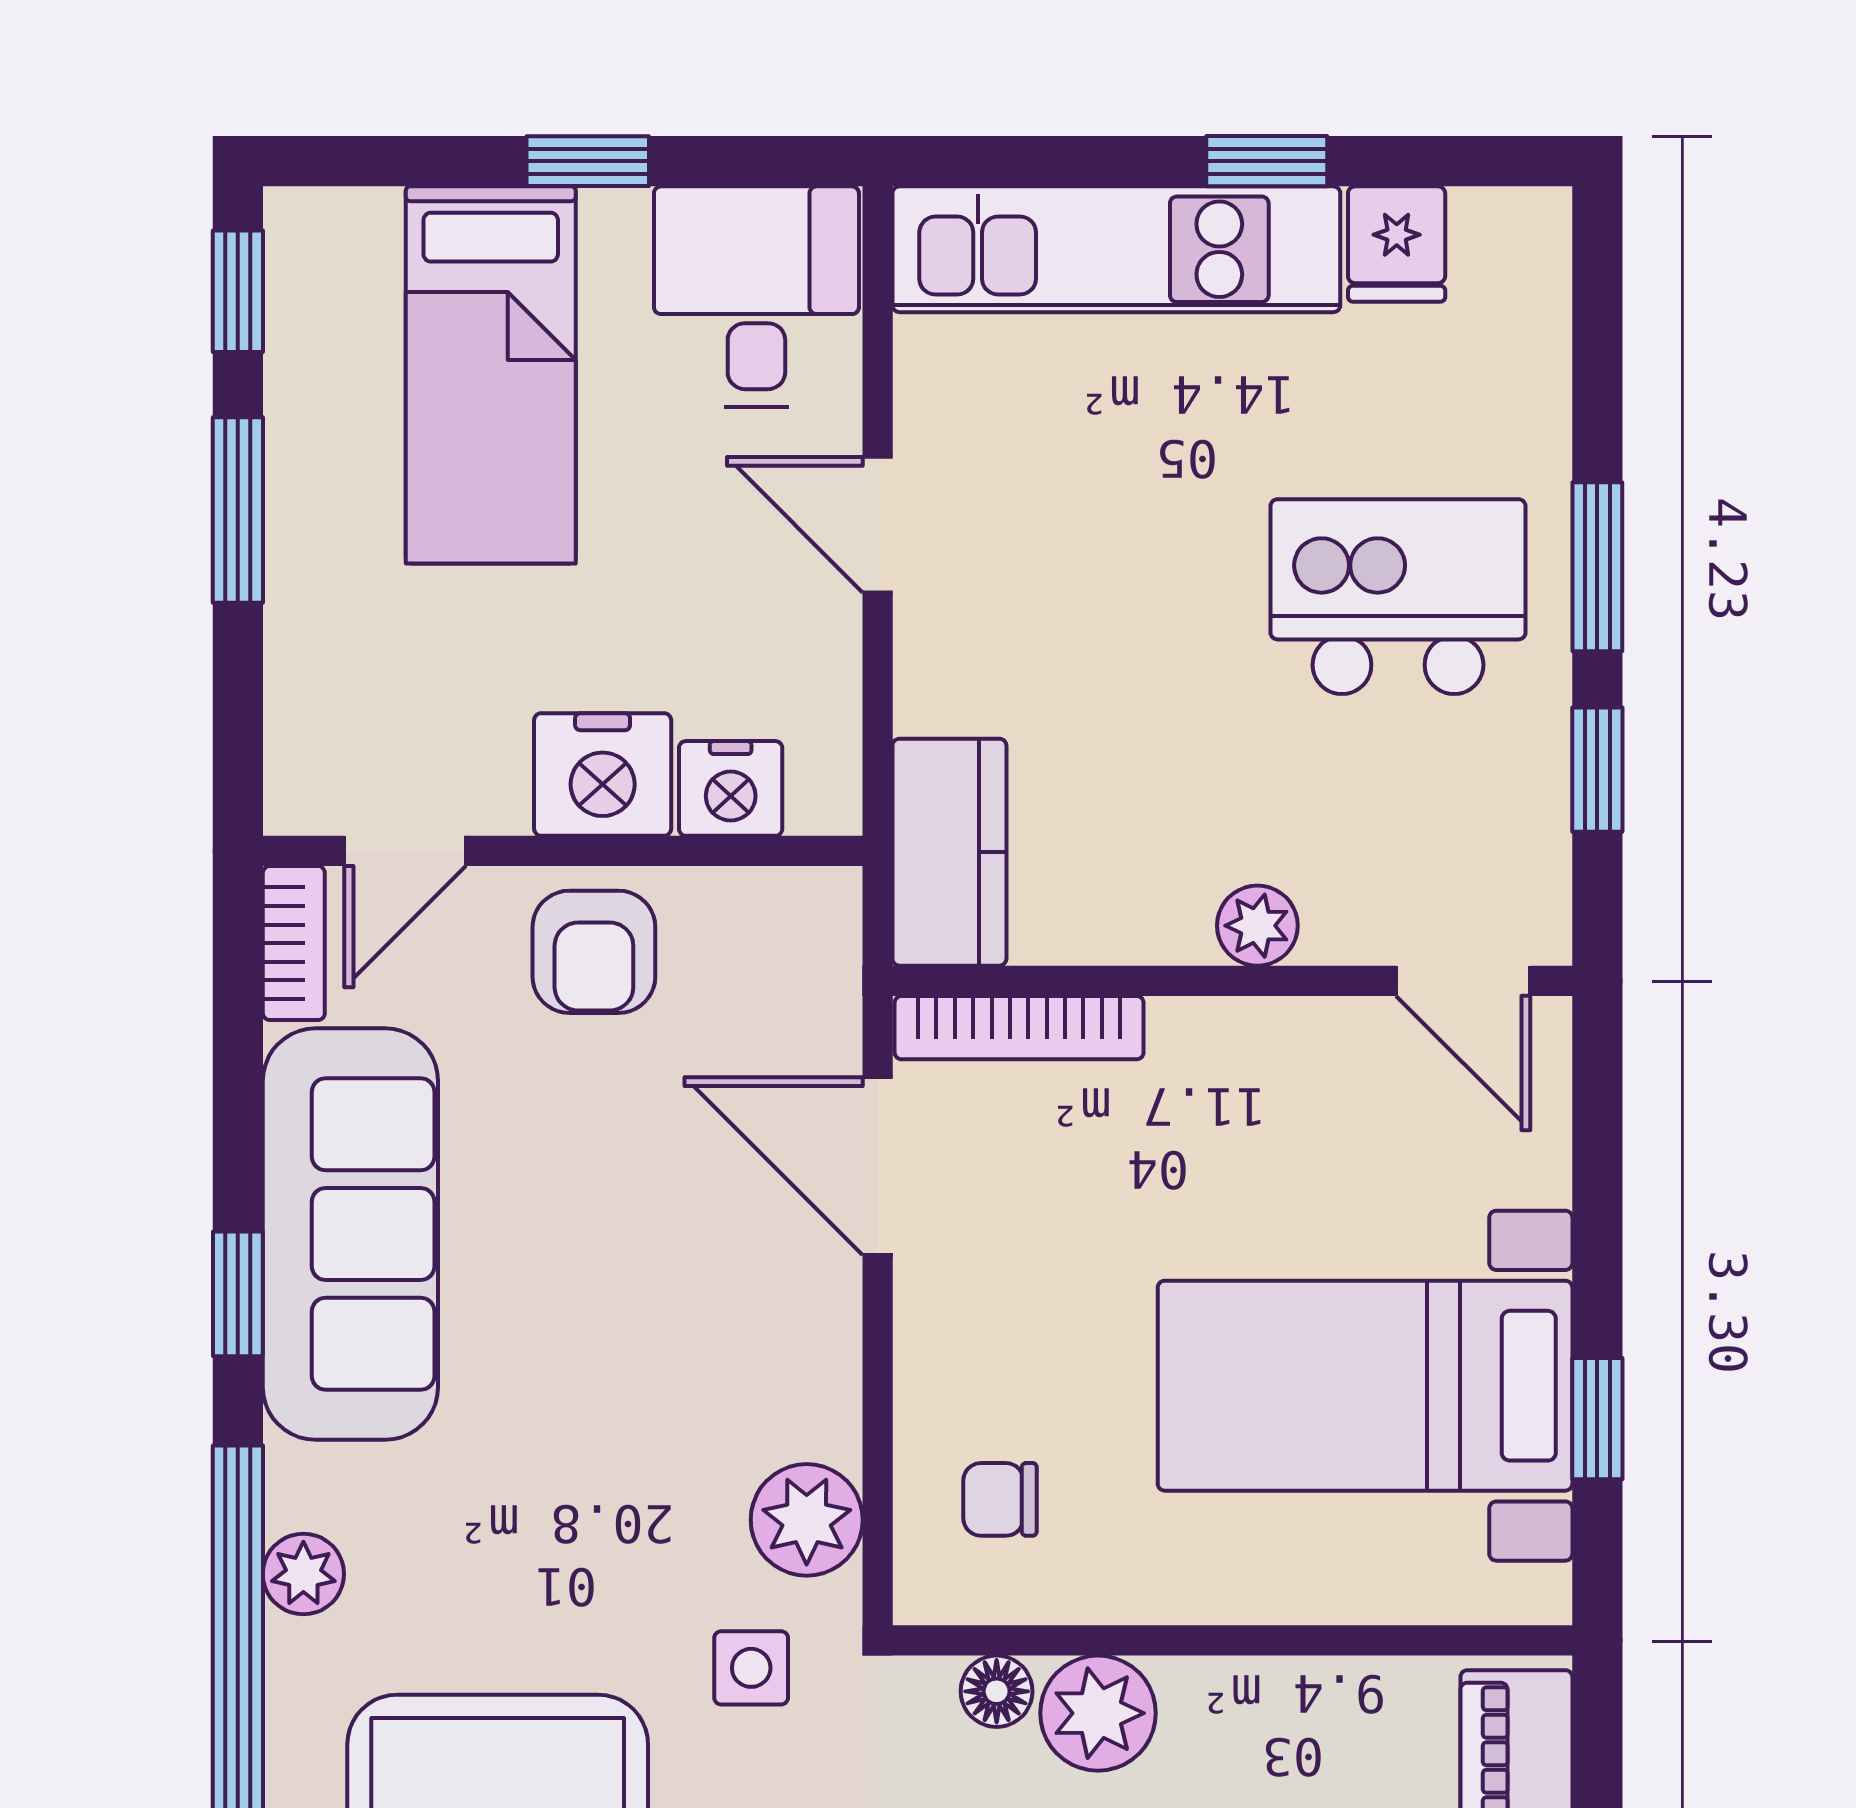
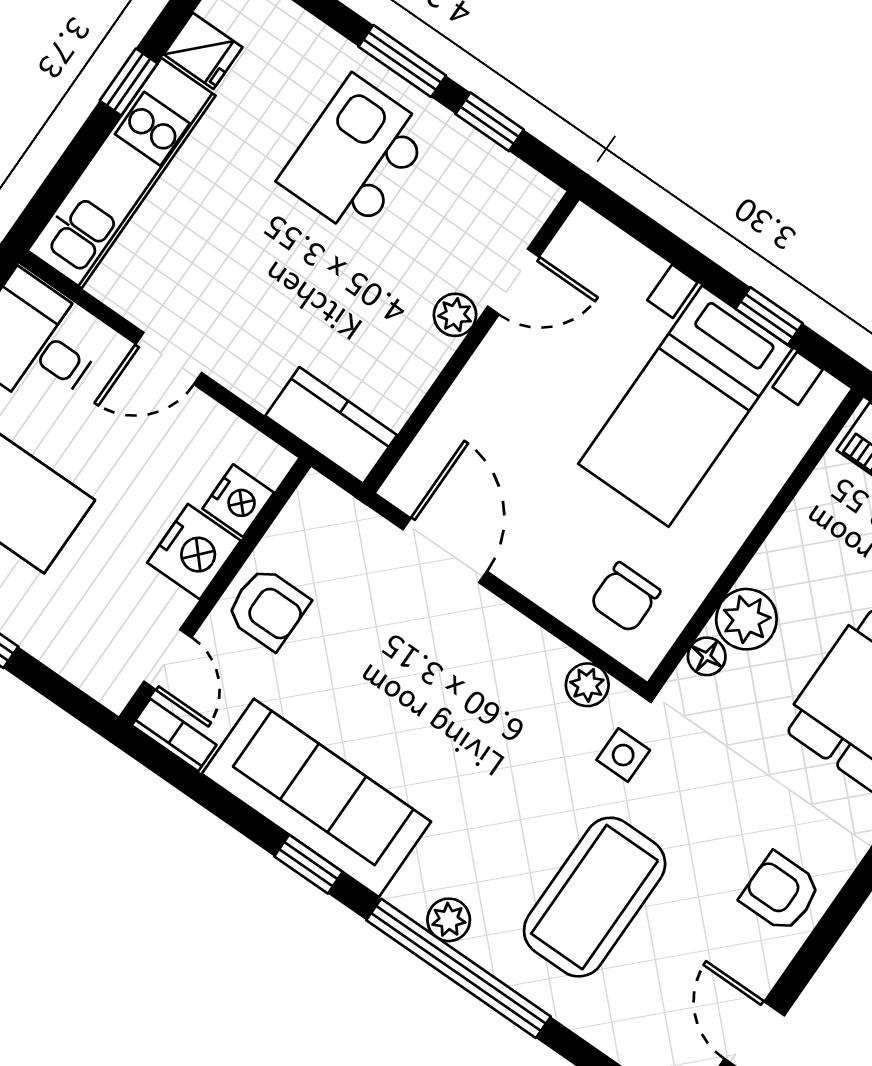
door: (1463, 981) -> (513, 282), moved
bookcase: (1019, 1028) -> (428, 448), removed
door: (878, 1166) -> (445, 550), swing flipped
chair: (1000, 1499) -> (625, 597), width x1.37, depth x1.37
plant: (807, 1520) -> (587, 685), width x0.73, depth x0.73

